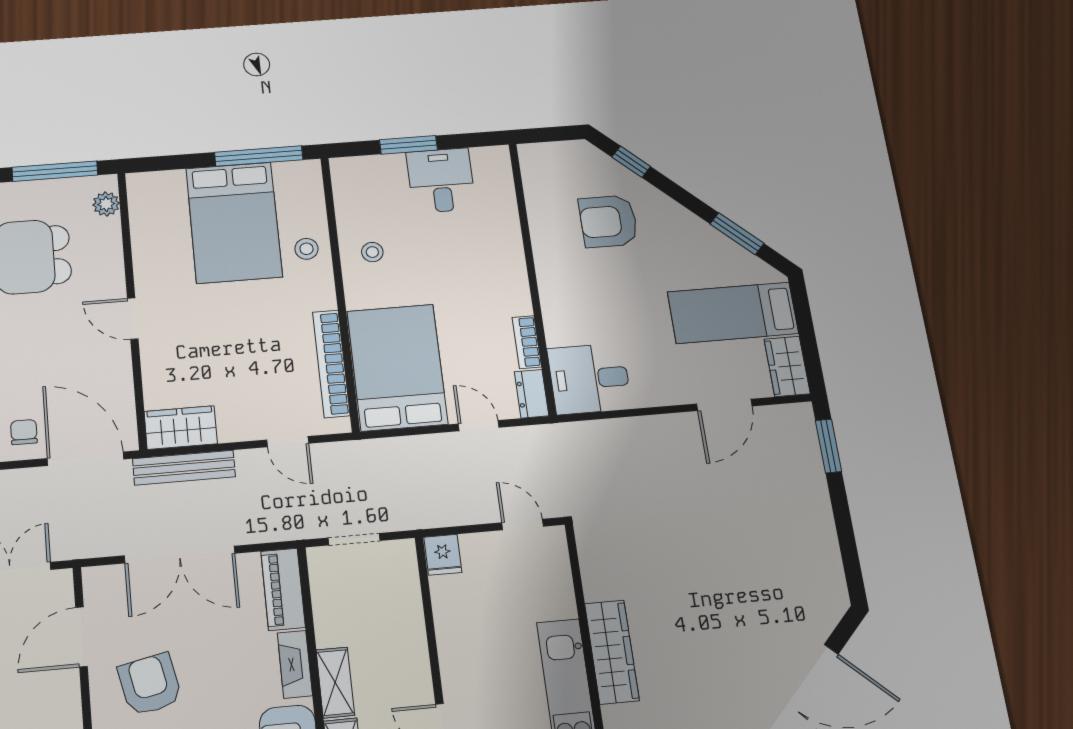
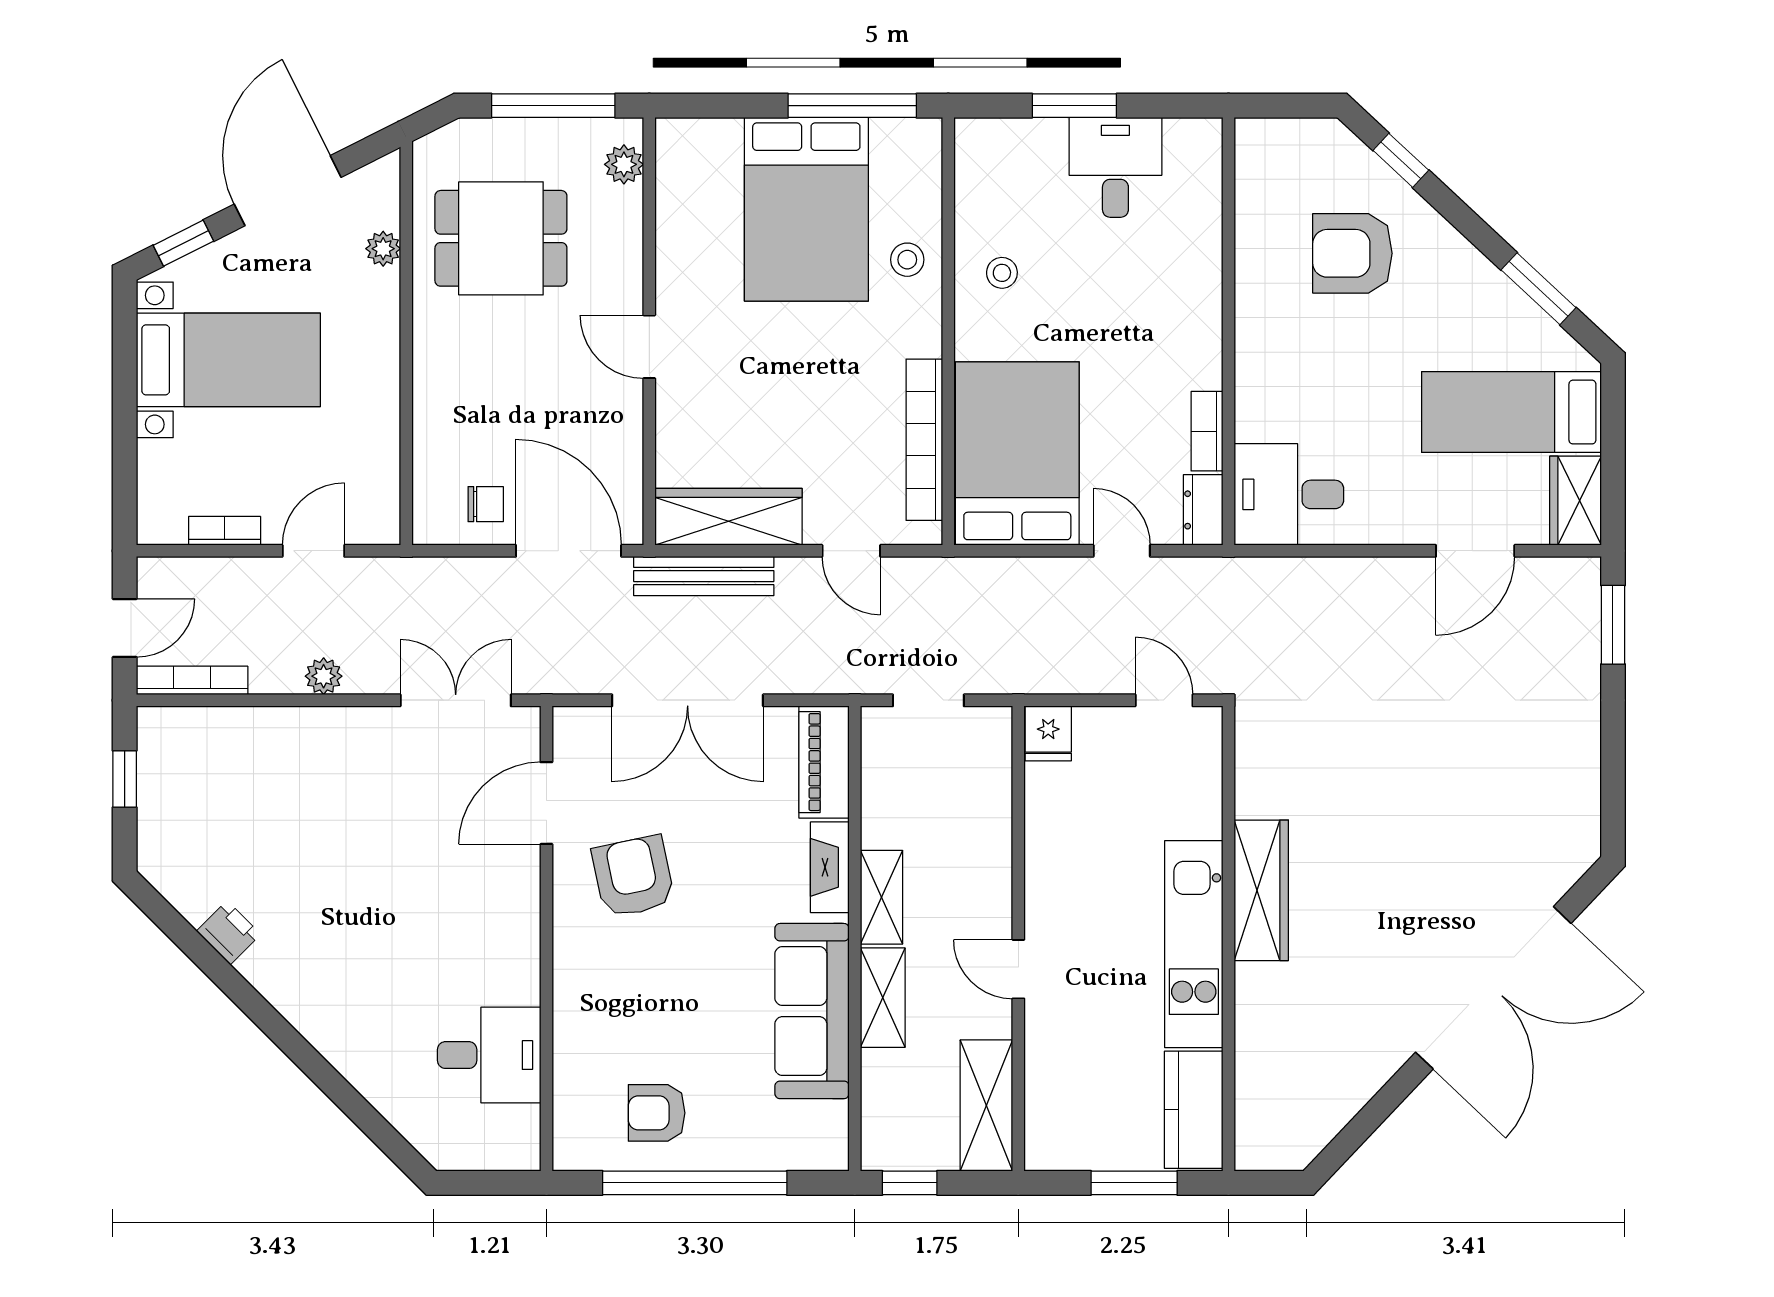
wardrobe: (181, 428) -> (728, 517), width x1.50
chair: (24, 432) -> (486, 504), turned 90

